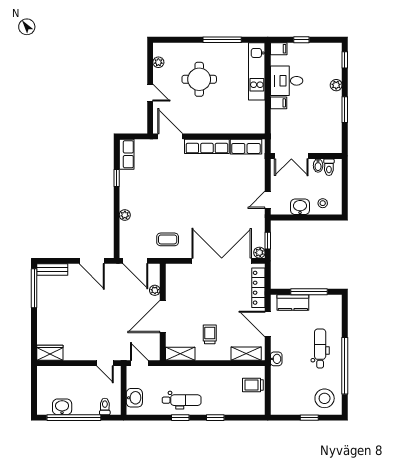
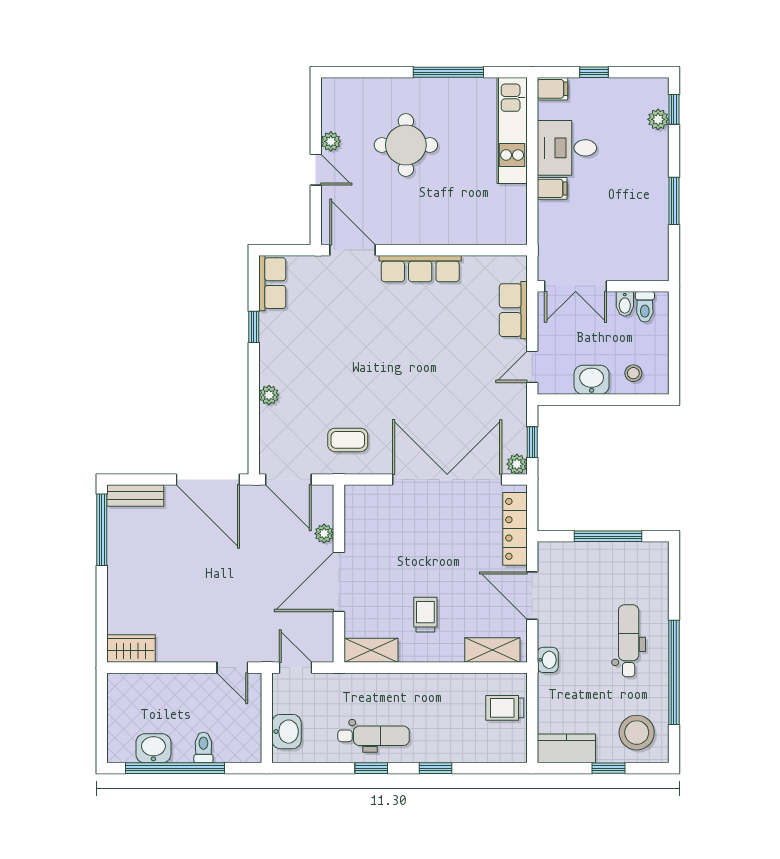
plant: (158, 62) -> (331, 141), moved
plant: (336, 85) -> (658, 119), moved
row of seats: (246, 147) -> (513, 310), moved, turned 90
door: (92, 261) -> (208, 480), width x1.36
kitchen counter: (293, 302) -> (566, 748), moved, turned 180
toilet: (105, 406) -> (203, 748), moved

